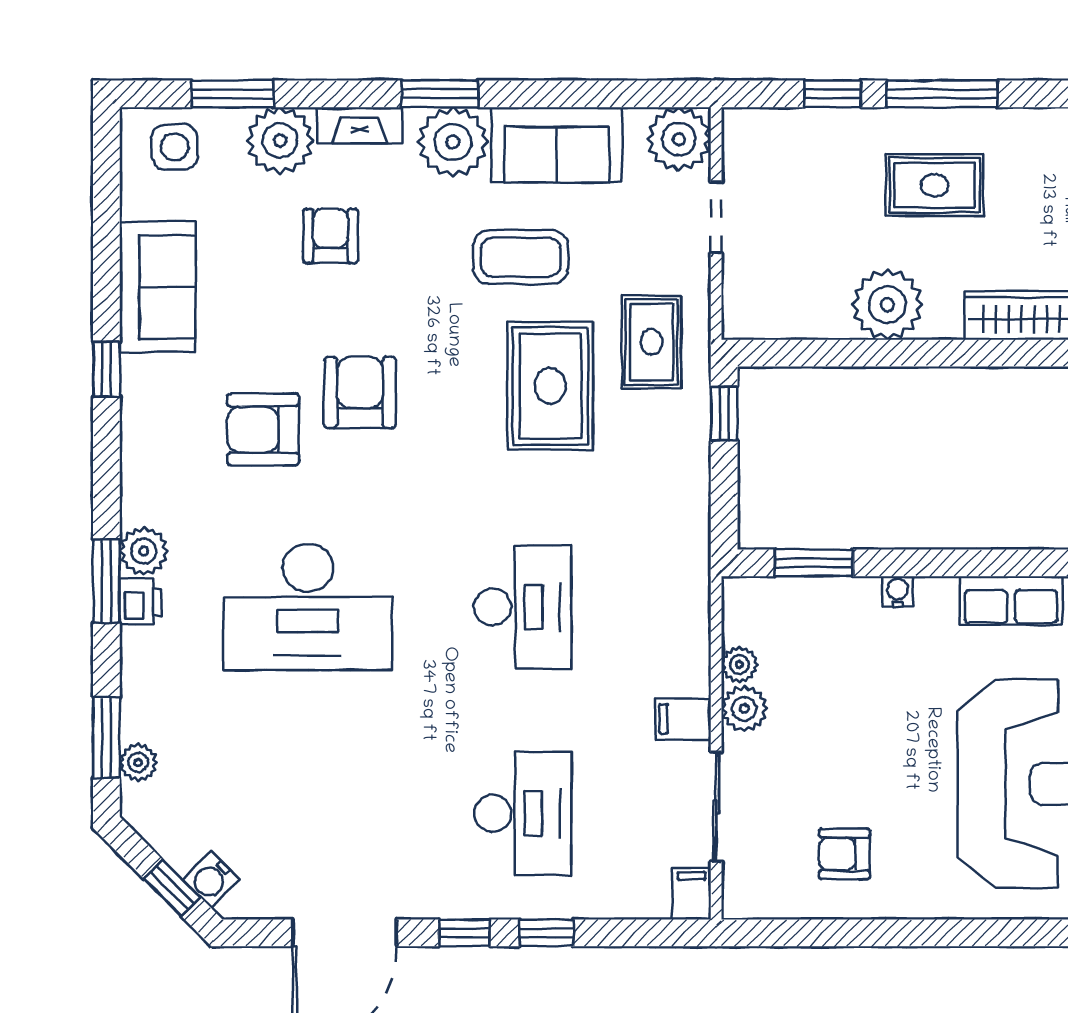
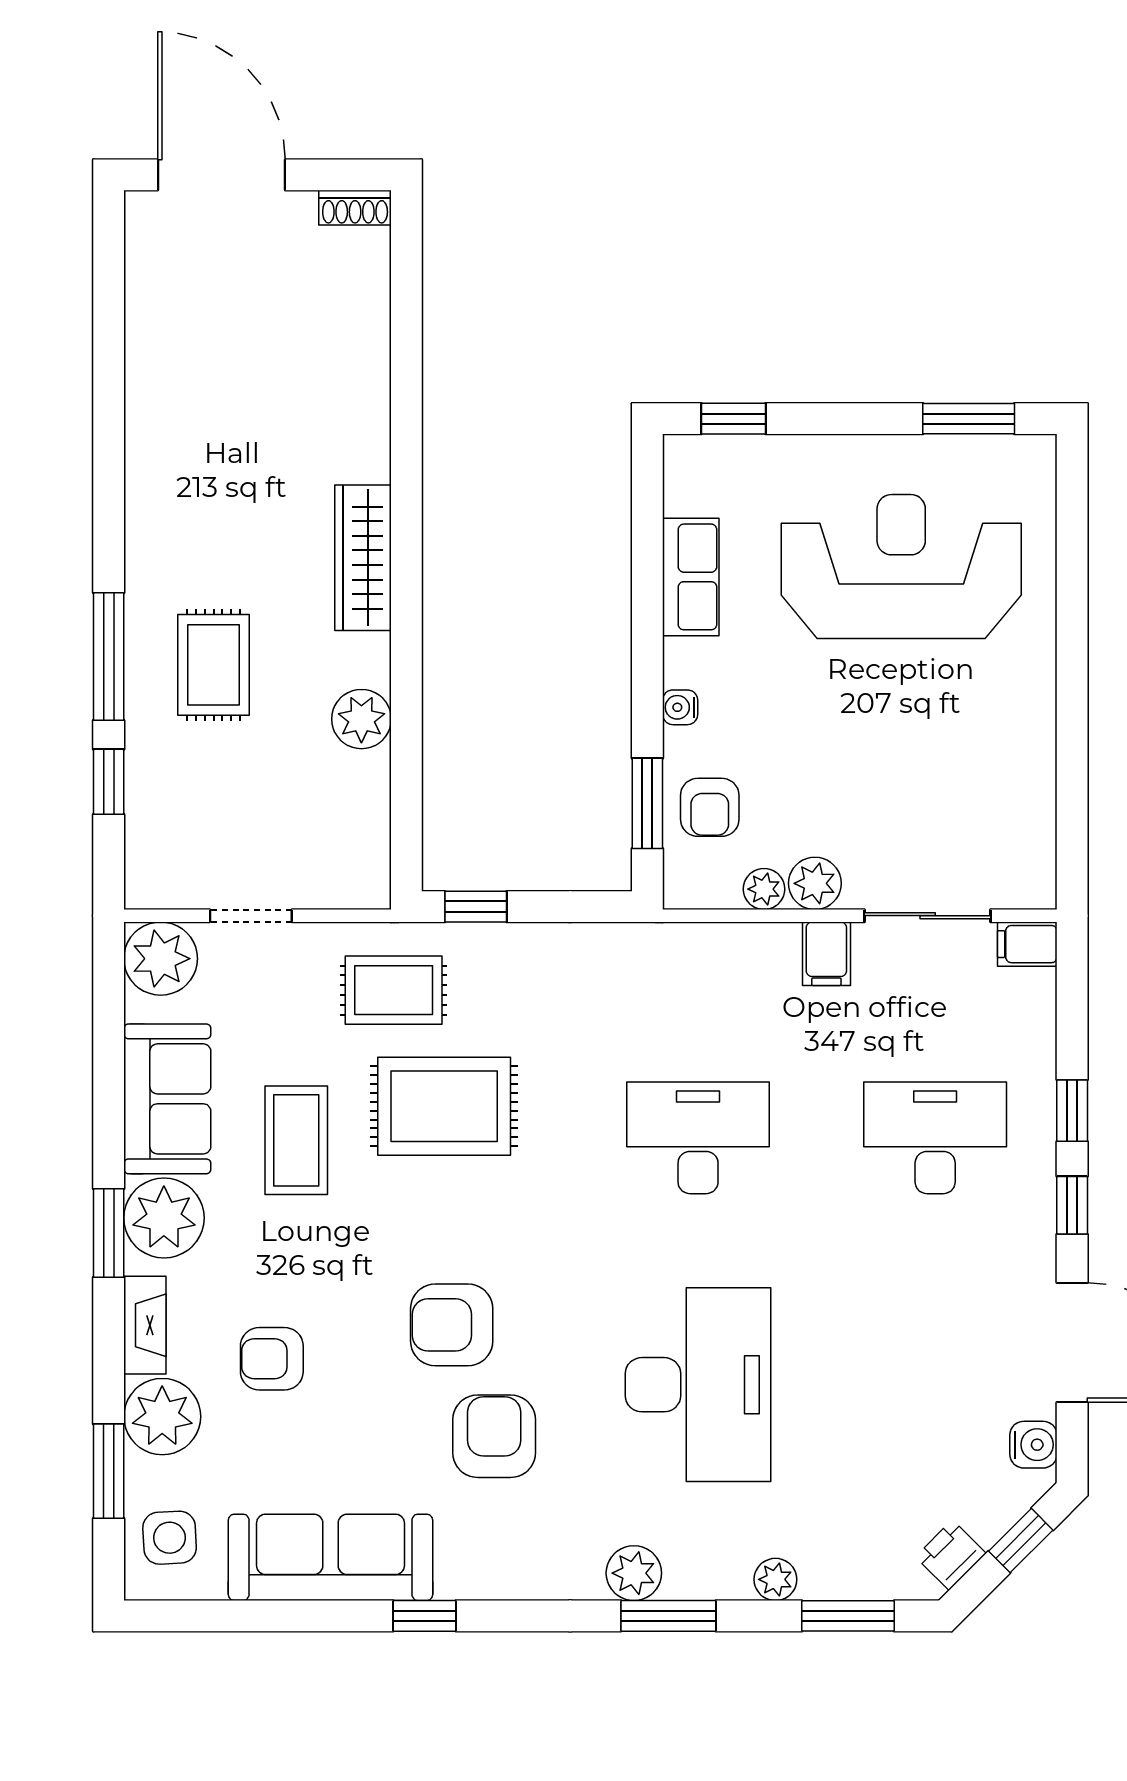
sofa: (157, 287) -> (331, 1557), width x1.36
plant: (887, 305) -> (361, 719), width x0.73, depth x0.73
armchair: (263, 429) -> (494, 1436), turned 180
printer: (141, 602) -> (951, 1555), moved, turned -45
plant: (138, 762) -> (775, 1579), moved
armchair: (844, 854) -> (710, 807), moved
water cooler: (211, 879) -> (1033, 1445), moved, turned -45

